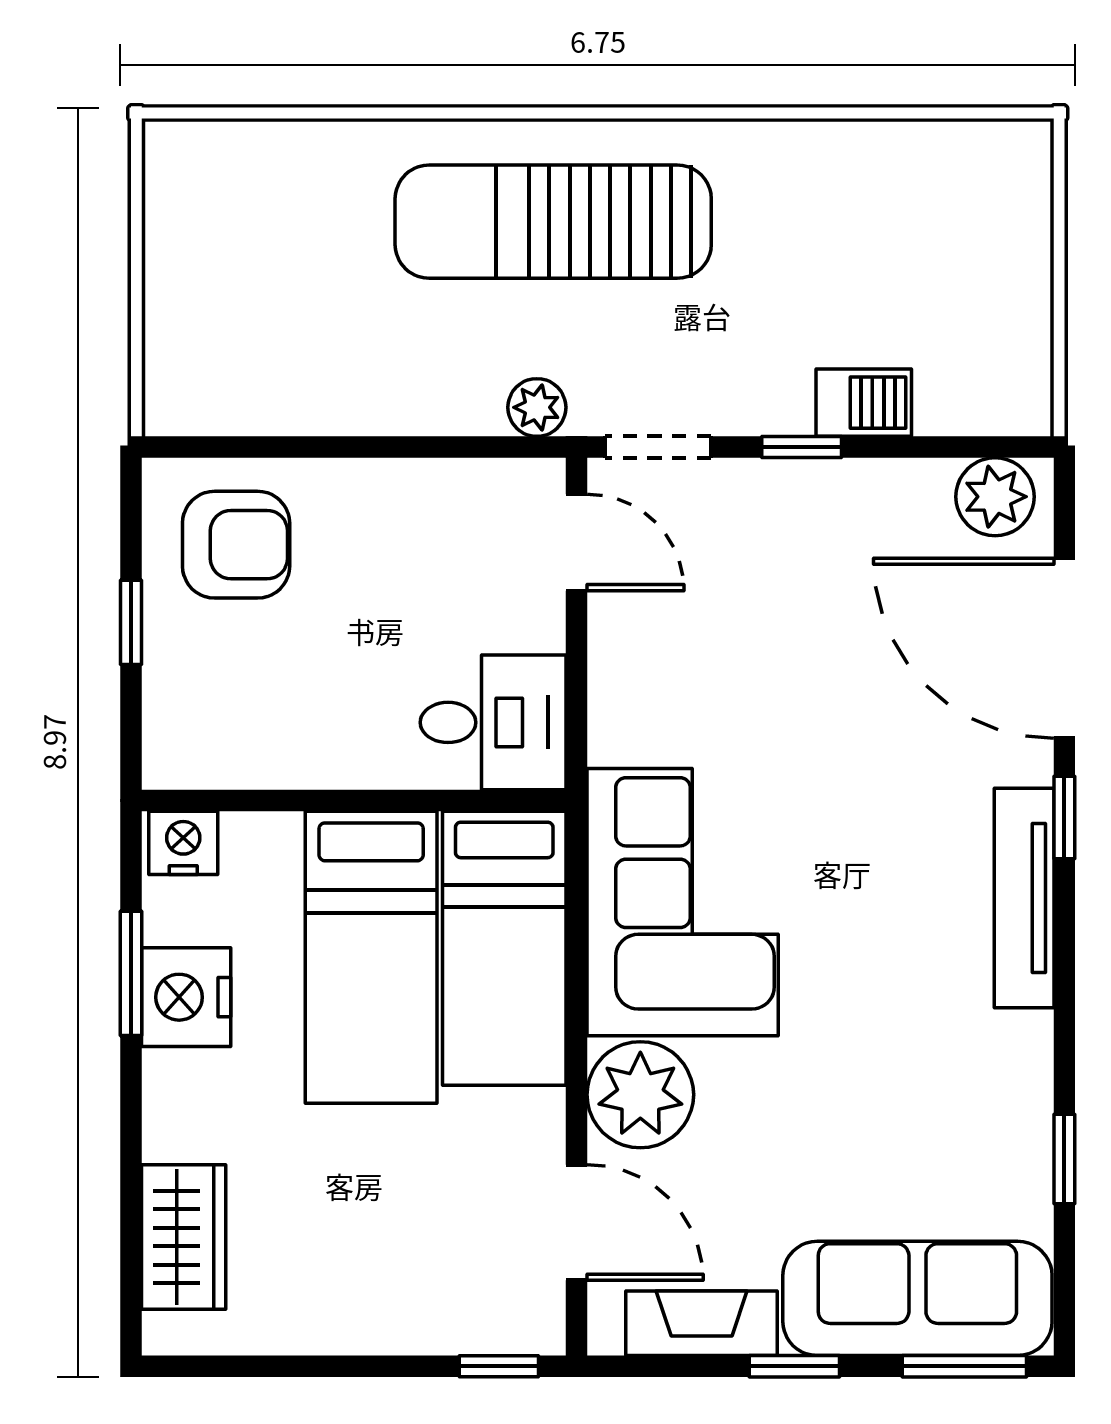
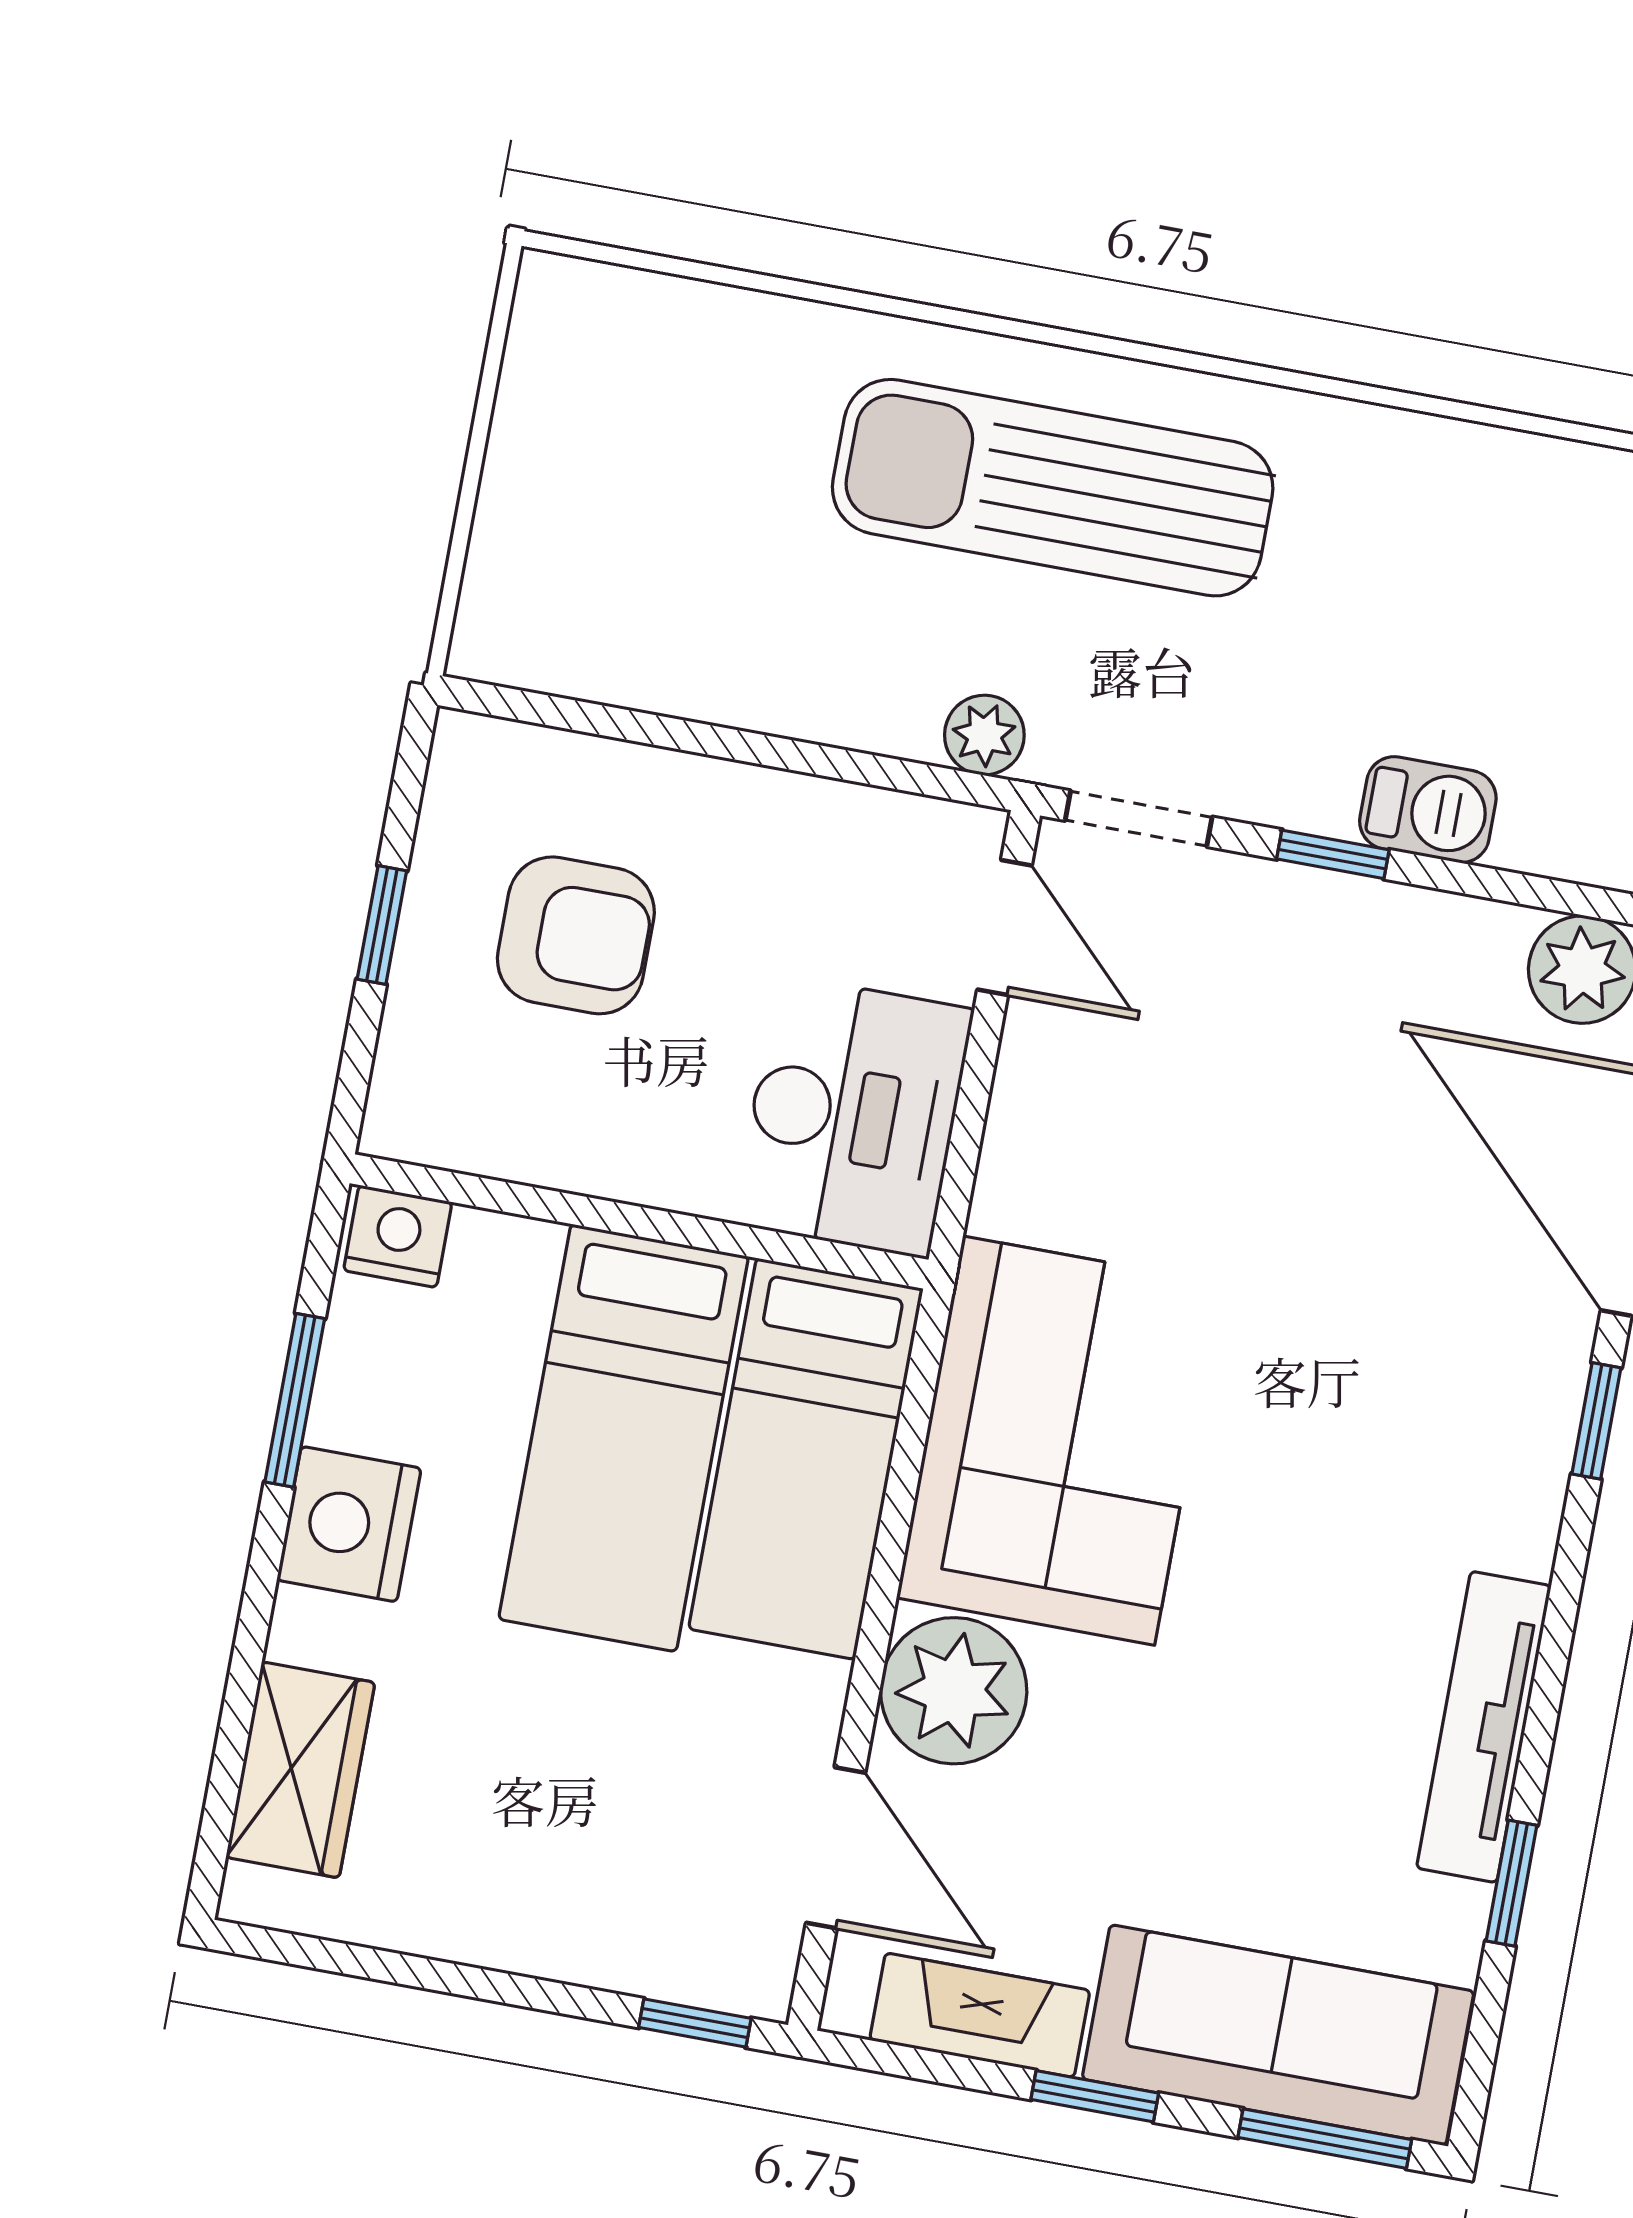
armchair: (236, 545) -> (576, 935), moved
desk: (493, 722) -> (853, 1116), width x1.37
tv unit: (1024, 898) -> (1484, 1727), moved
nightstand: (186, 997) -> (349, 1524), moved

